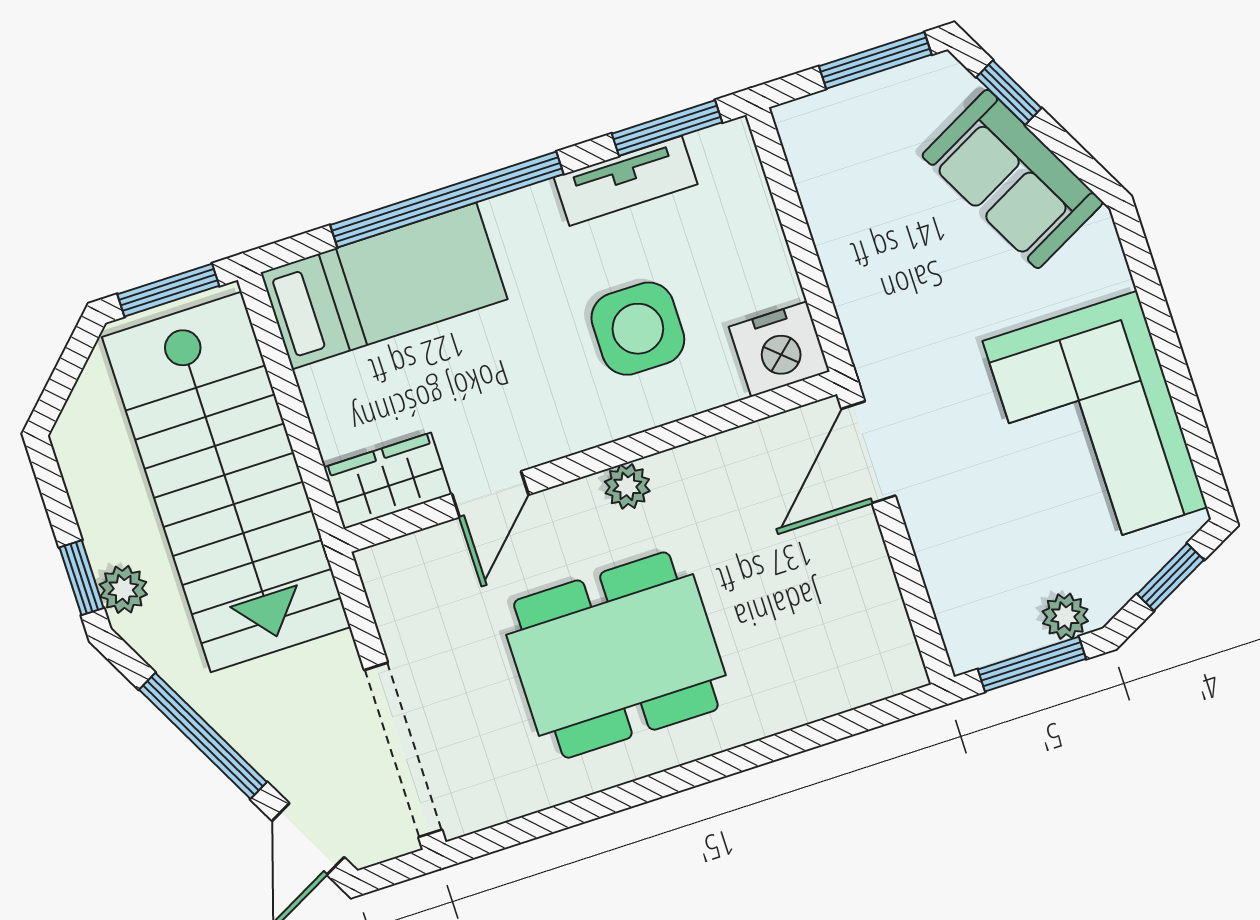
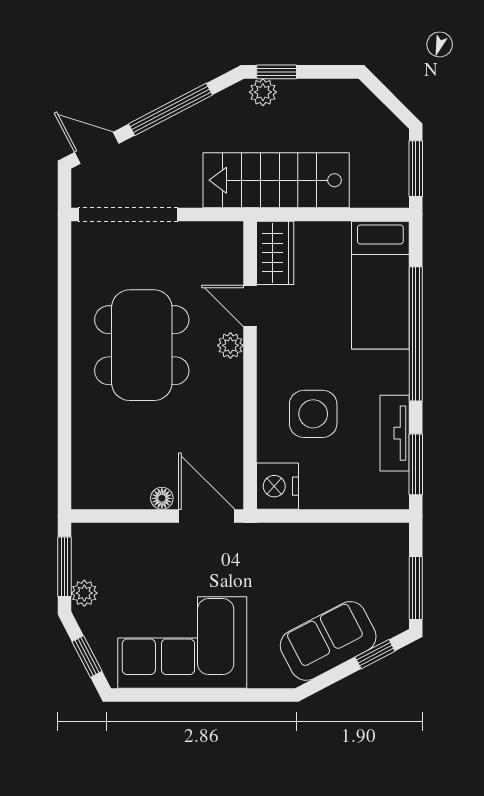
stairs: (226, 482) -> (276, 180), width x0.73, depth x0.66
plant: (627, 486) -> (230, 345), moved
floor lamp: (863, 537) -> (162, 498), added

